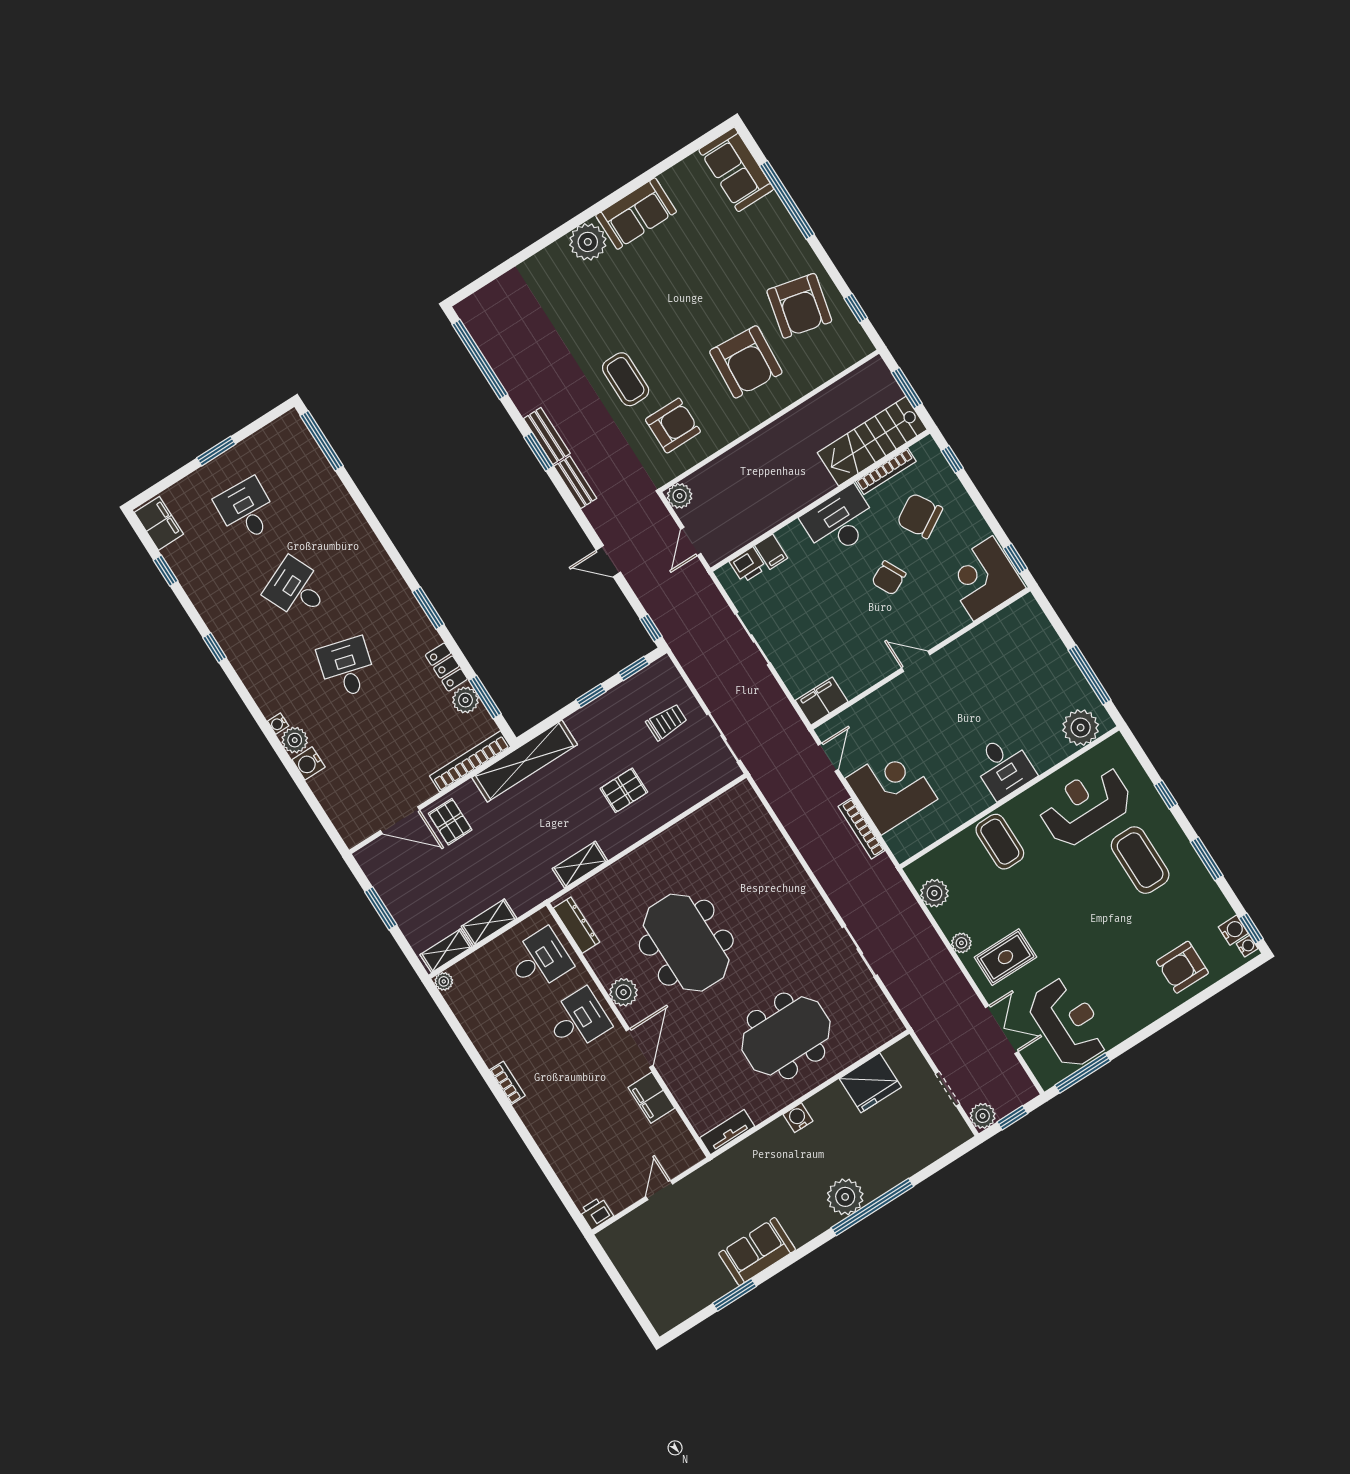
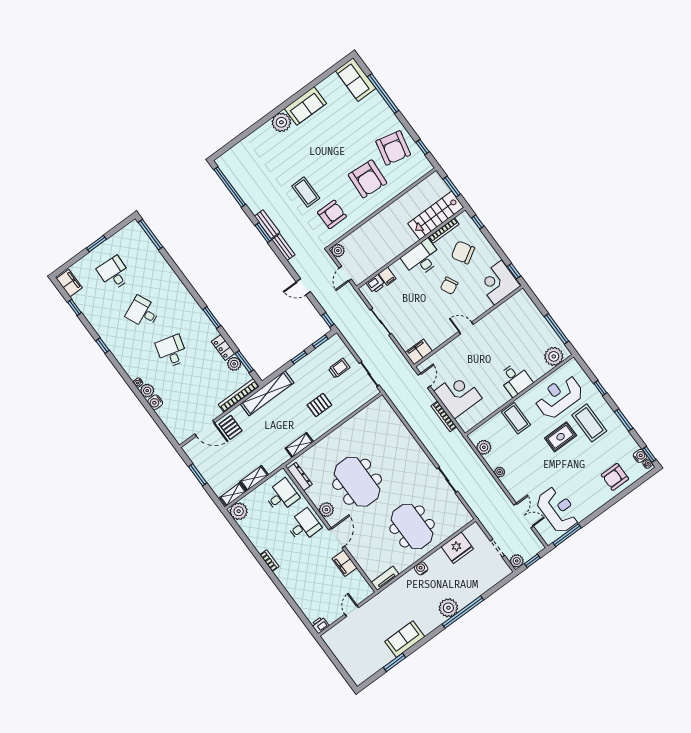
rug: (1005, 957) -> (561, 437), moved
plant: (444, 981) -> (239, 511), width x1.88, depth x1.88
meeting table: (786, 1036) -> (412, 526), turned 90

